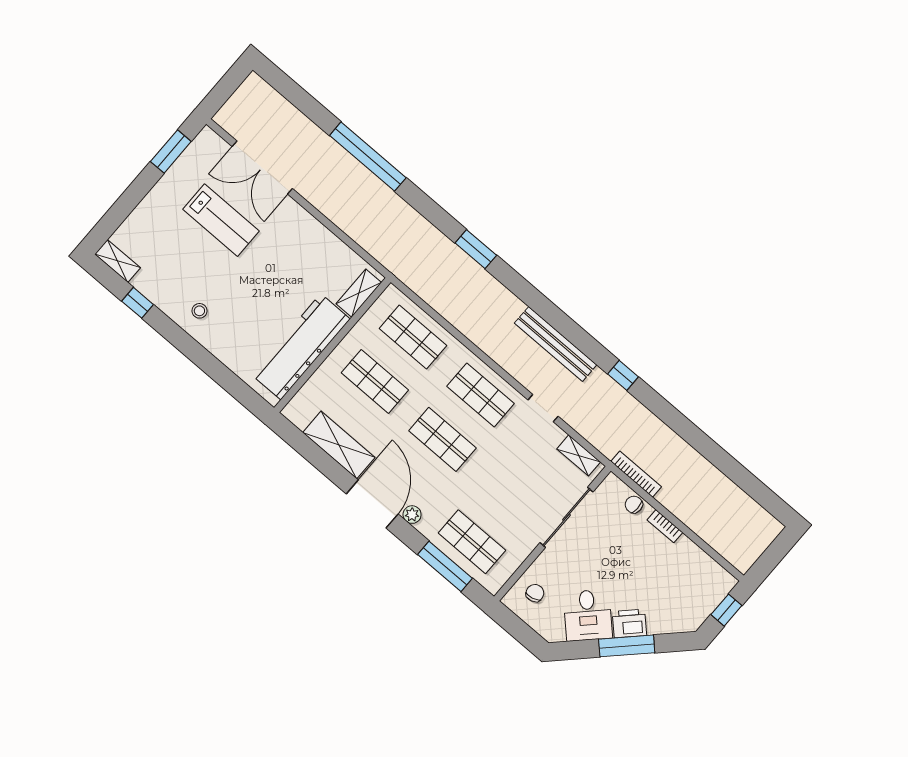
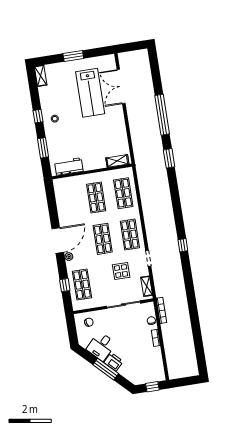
window: (171, 151) -> (73, 56), moved
lab bench: (221, 220) -> (90, 93), width x1.36, depth x1.39
window: (476, 249) -> (169, 158), moved
window: (138, 303) -> (38, 116), moved
bench: (556, 344) -> (172, 239), removed
workbench: (301, 347) -> (69, 167), width x0.53, depth x0.76
window: (221, 374) -> (43, 148), added
window: (623, 375) -> (183, 245), moved
shelving: (339, 445) -> (64, 209), removed
display table: (516, 466) -> (121, 271), added
window: (445, 566) -> (65, 285), width x0.46

